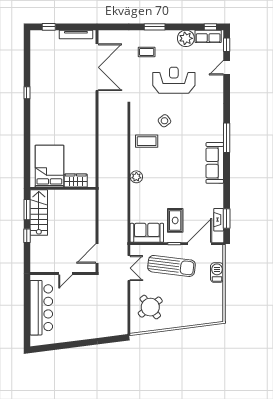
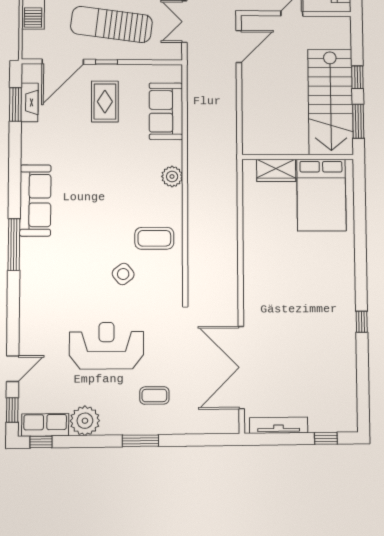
reception desk: (174, 80) -> (107, 346), turned 180
stairs: (39, 213) -> (331, 102), width x1.36, depth x1.51
sofa: (147, 233) -> (166, 111), moved, turned 90

